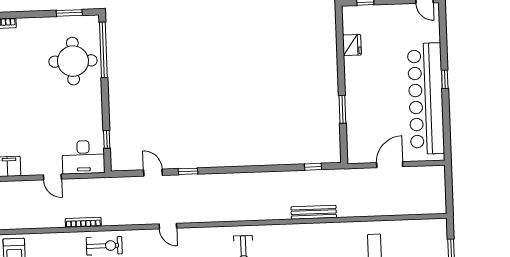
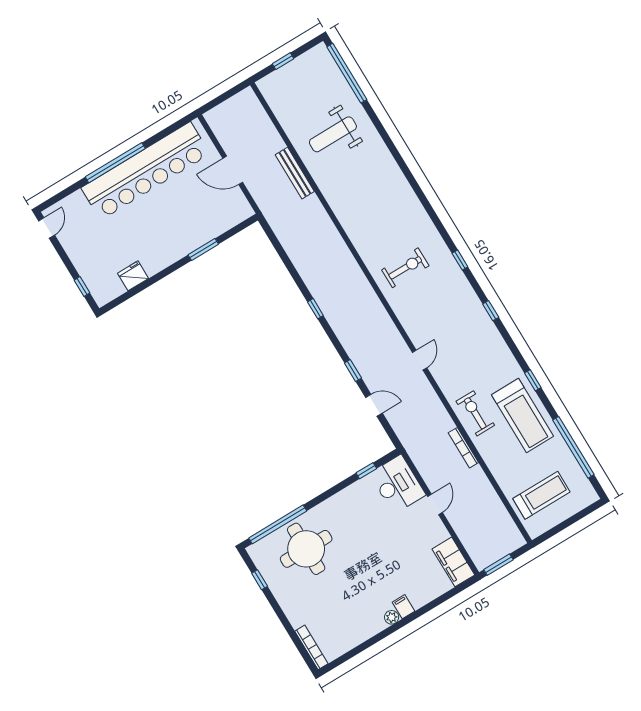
window: (69, 13) -> (260, 580), width x0.67
window: (445, 79) -> (115, 163), width x3.17
window: (313, 167) -> (315, 309), moved
door: (153, 173) -> (374, 405), swing flipped
bench: (314, 212) -> (295, 173), moved

